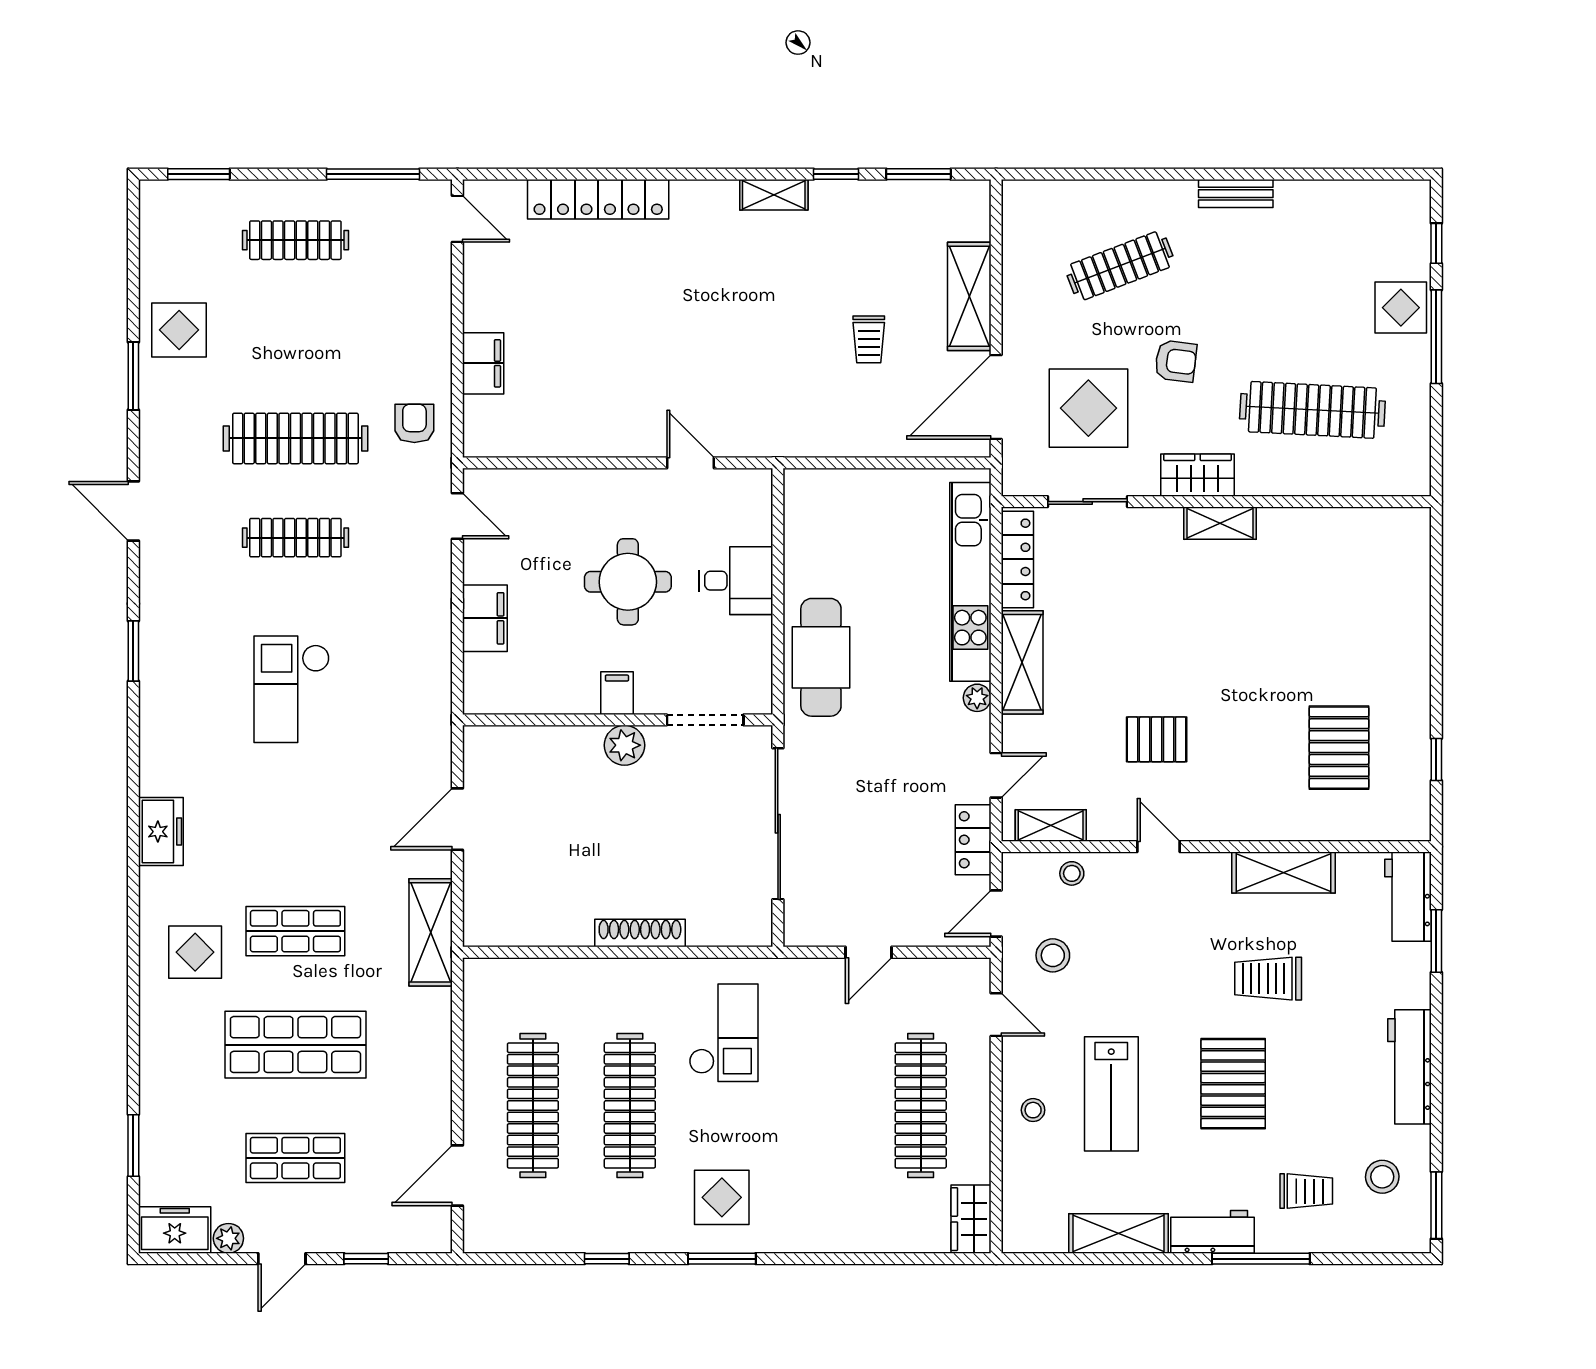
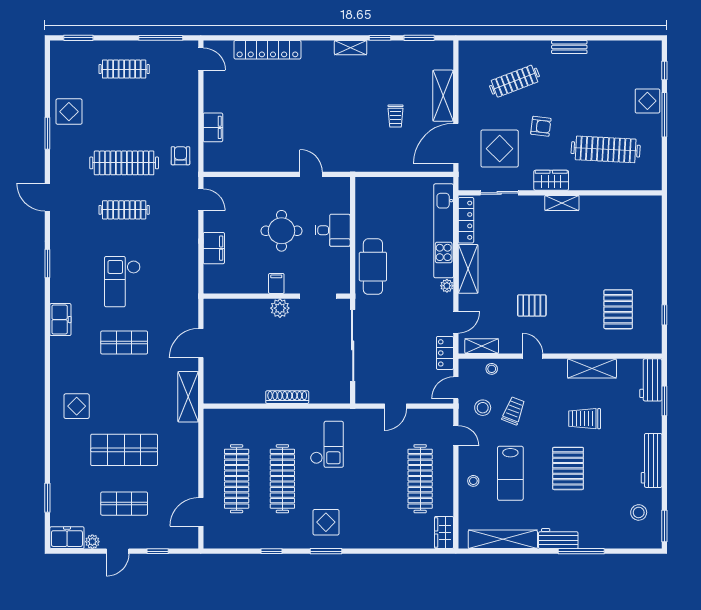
freezer: (161, 832) -> (60, 320), moved
shop shelf: (295, 931) -> (124, 343), moved
trolley: (1306, 1191) -> (514, 411), moved, turned -69
shelving: (1118, 1234) -> (503, 539), width x1.47

